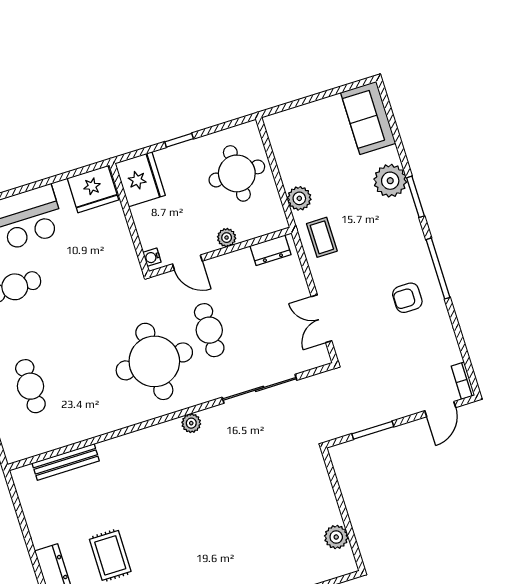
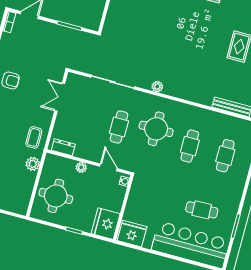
double door: (322, 319) -> (60, 97), swing flipped
round table: (154, 361) -> (156, 129), width x0.73, depth x0.73
cafe table: (90, 367) -> (190, 146), added

